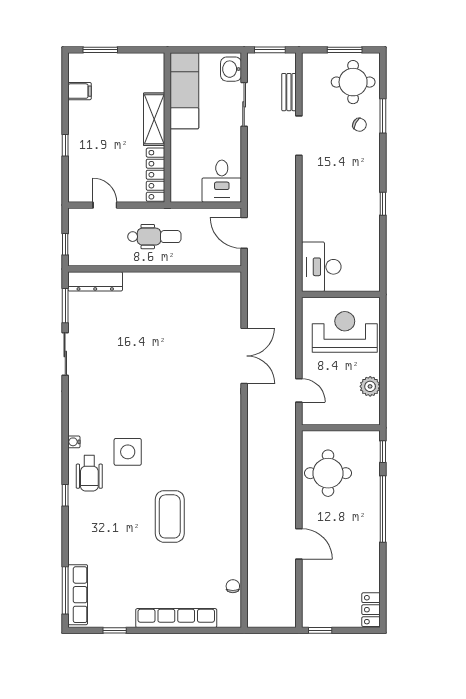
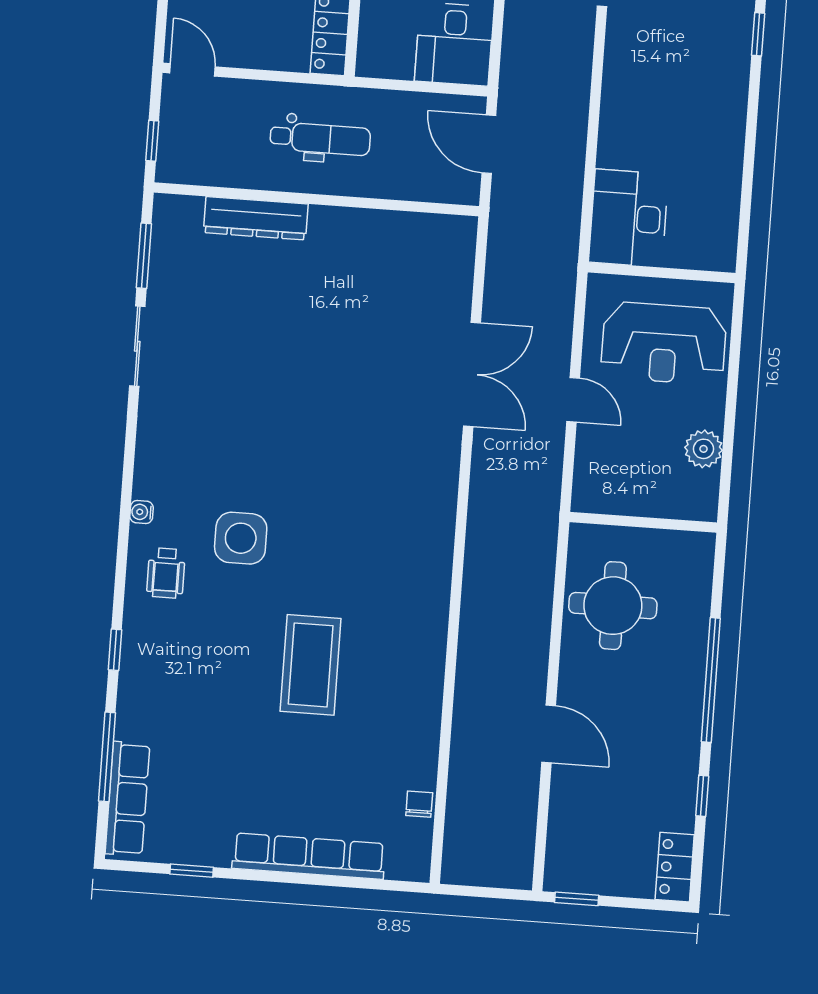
window: (383, 204) -> (758, 34), moved
door: (105, 205) -> (192, 70), moved
dresser: (95, 281) -> (256, 218), moved
reception desk: (345, 332) -> (664, 343), turned 180
door: (299, 390) -> (573, 400), moved
window: (383, 452) -> (702, 796), moved
wheelchair: (89, 473) -> (166, 573), width x0.73, depth x0.73
window: (65, 495) -> (115, 650), moved
window: (65, 590) -> (107, 757), moved

